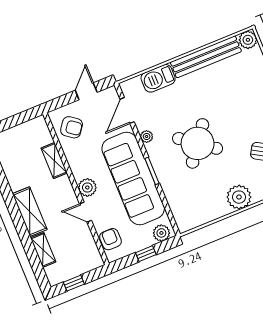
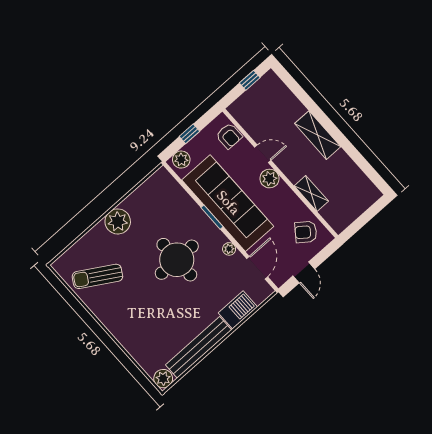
round table: (198, 143) -> (177, 260), turned -37
shelving: (43, 250) -> (291, 102), removed

